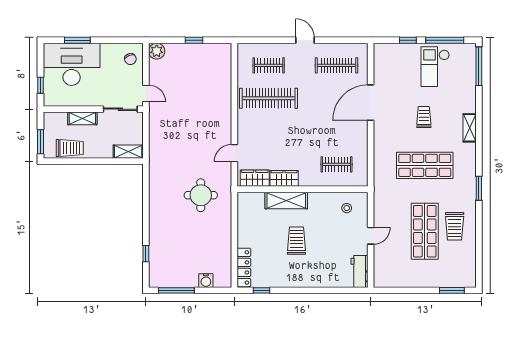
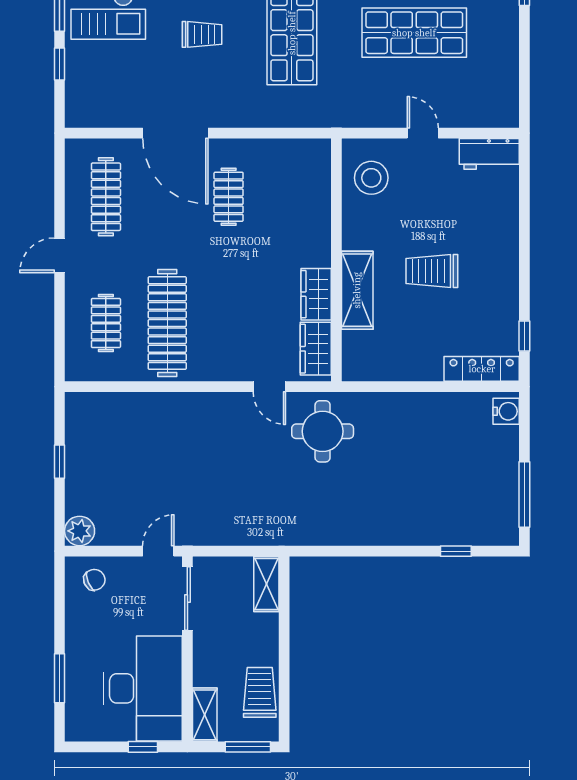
desk: (72, 64) -> (143, 688), moved, turned 180
trolley: (424, 117) -> (202, 34), turned 180
shelving: (82, 118) -> (205, 715), moved
clothes rail: (336, 164) -> (229, 197), moved
round table: (201, 195) -> (323, 431), moved
stool: (347, 208) -> (371, 178), width x1.89, depth x1.89
water cooler: (206, 281) -> (506, 411), moved

